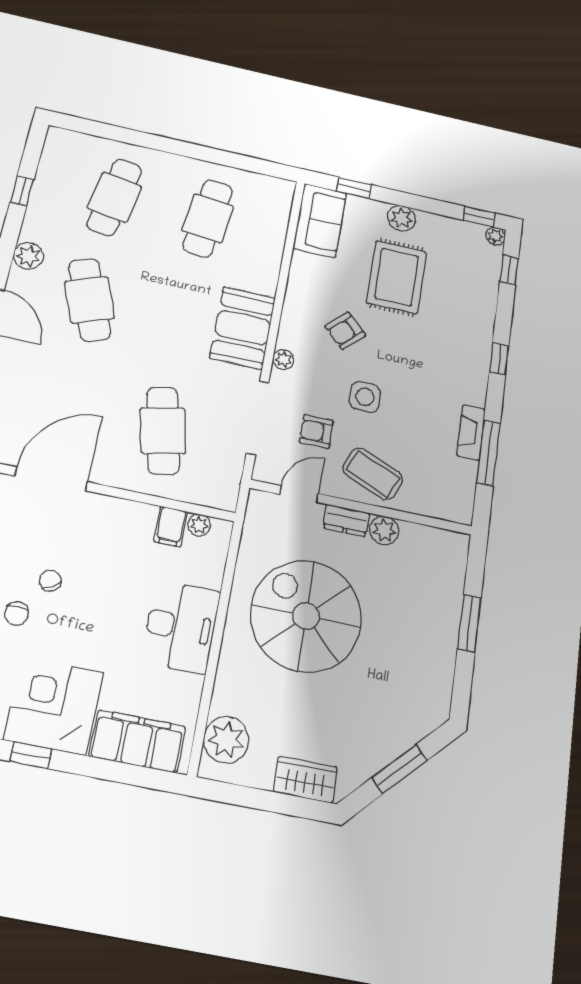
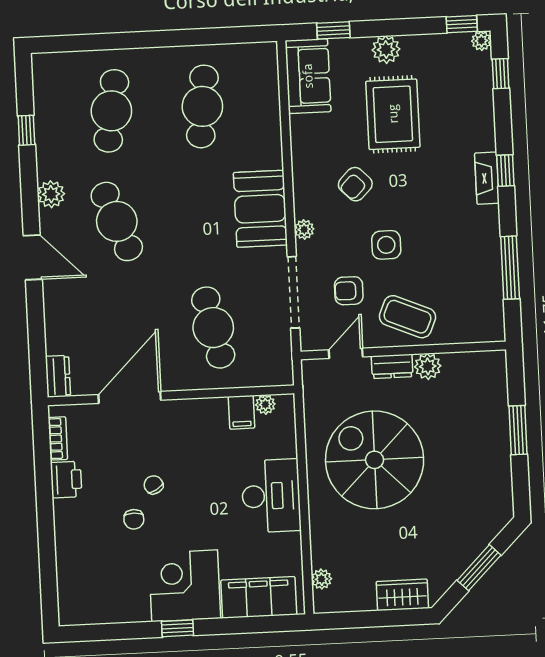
fireplace: (471, 432) -> (487, 178), moved
plant: (226, 740) -> (321, 579), width x0.53, depth x0.53

